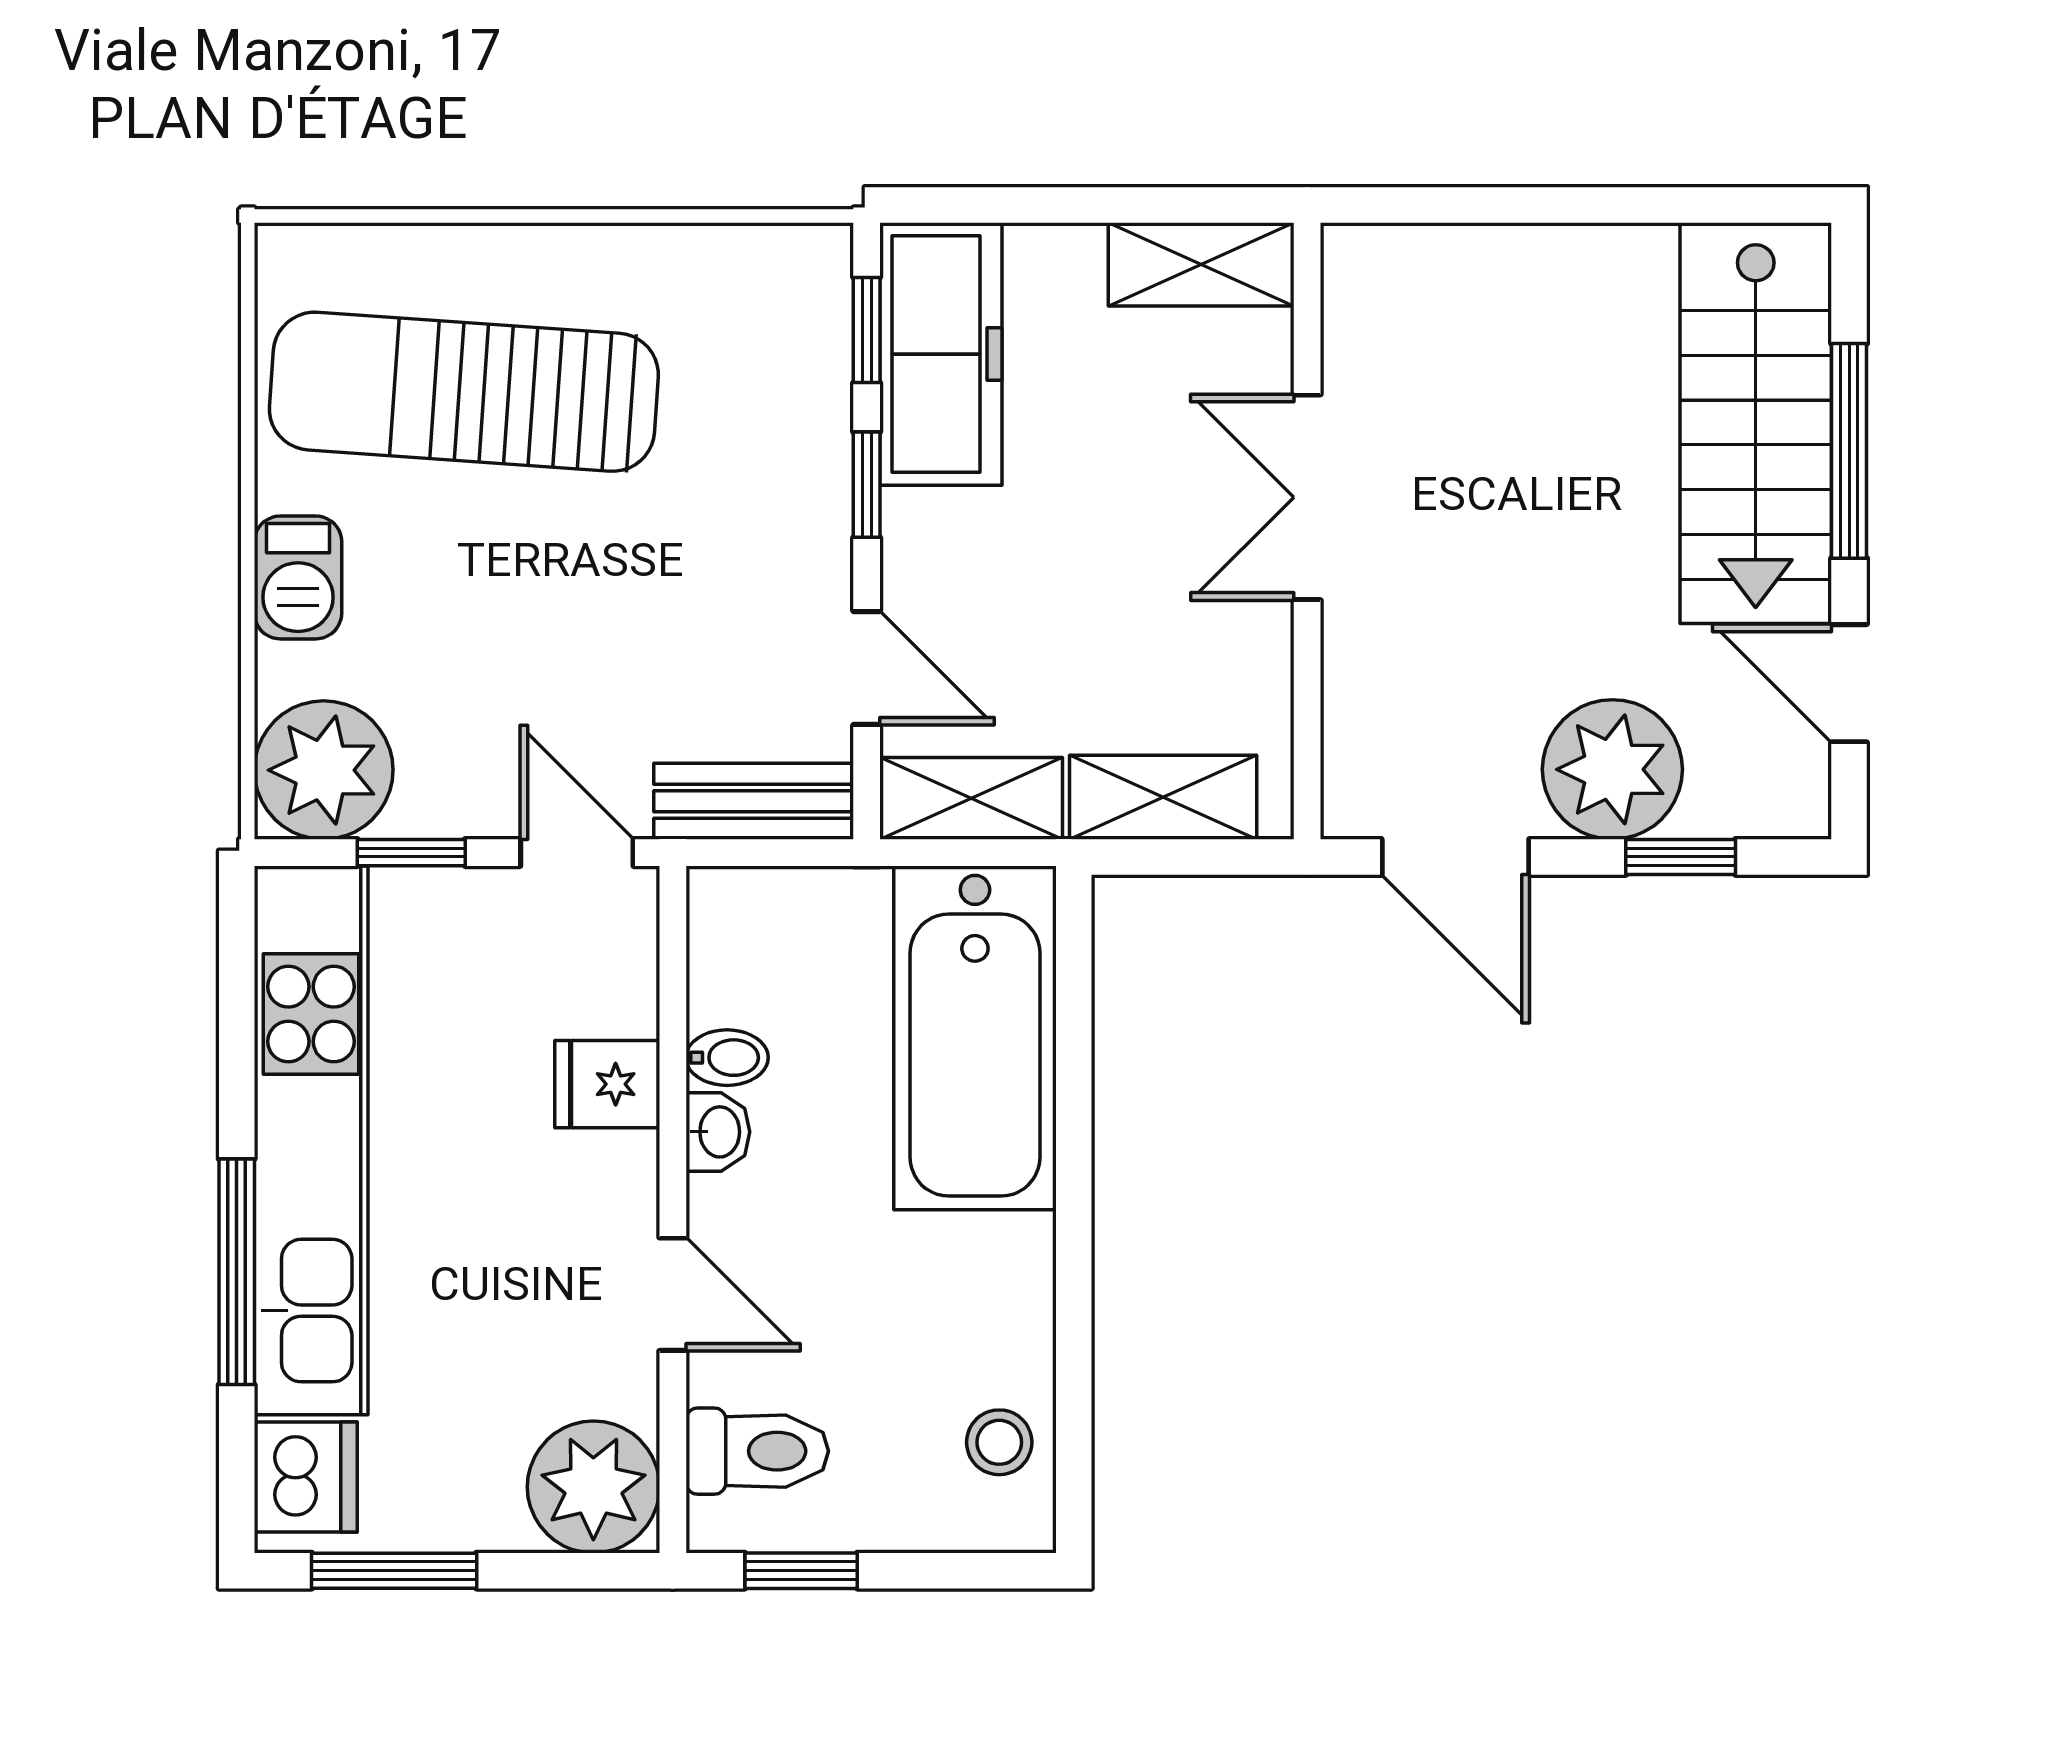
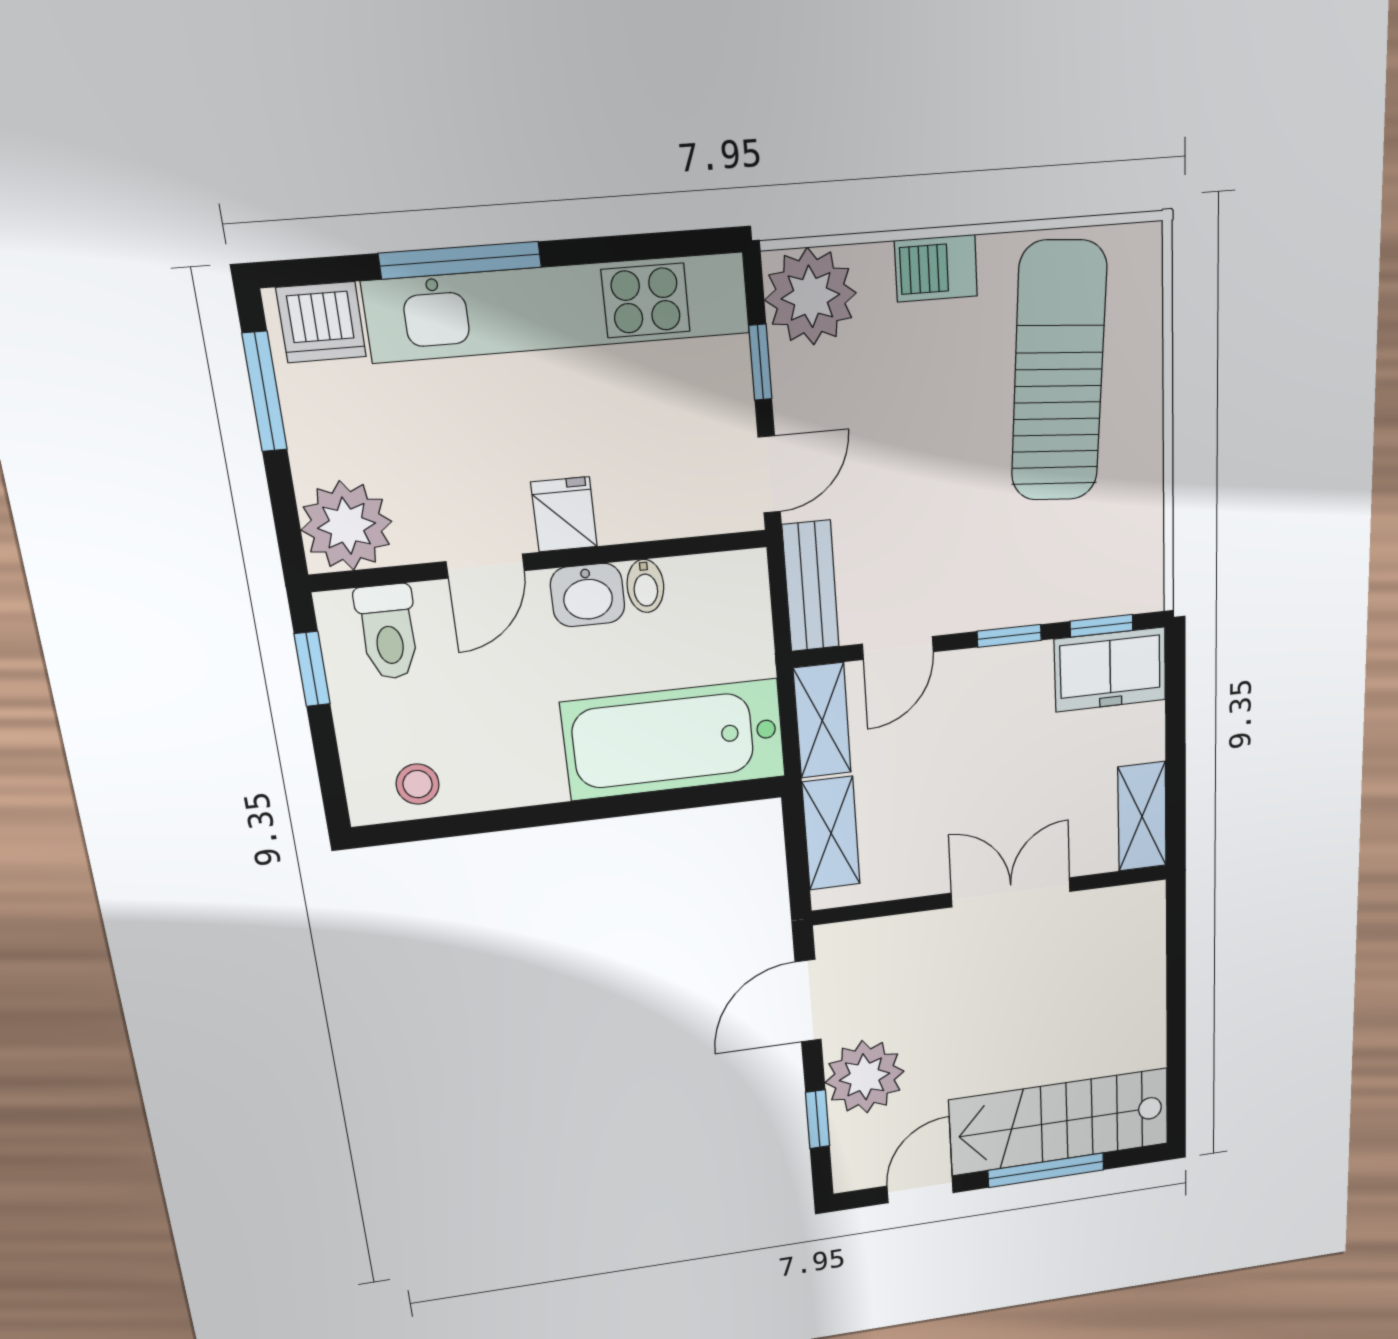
freezer: (941, 354) -> (1110, 670), width x0.71
fridge: (607, 1084) -> (564, 514), moved
washbasin: (718, 1132) -> (588, 595), width x1.38, depth x1.45

